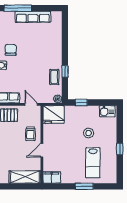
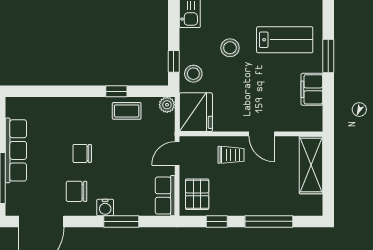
chair: (31, 53) -> (82, 153), added
stool: (74, 113) -> (193, 74), added
filing cabinet: (52, 177) -> (312, 89), moved

